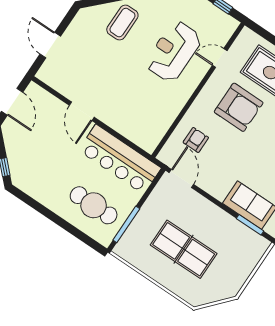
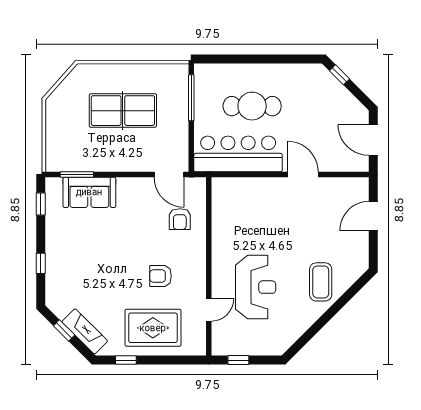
door: (50, 45) -> (373, 216), swing flipped
armchair: (239, 107) -> (161, 276), width x0.53, depth x0.53
cafe table: (94, 205) -> (252, 106), moved

